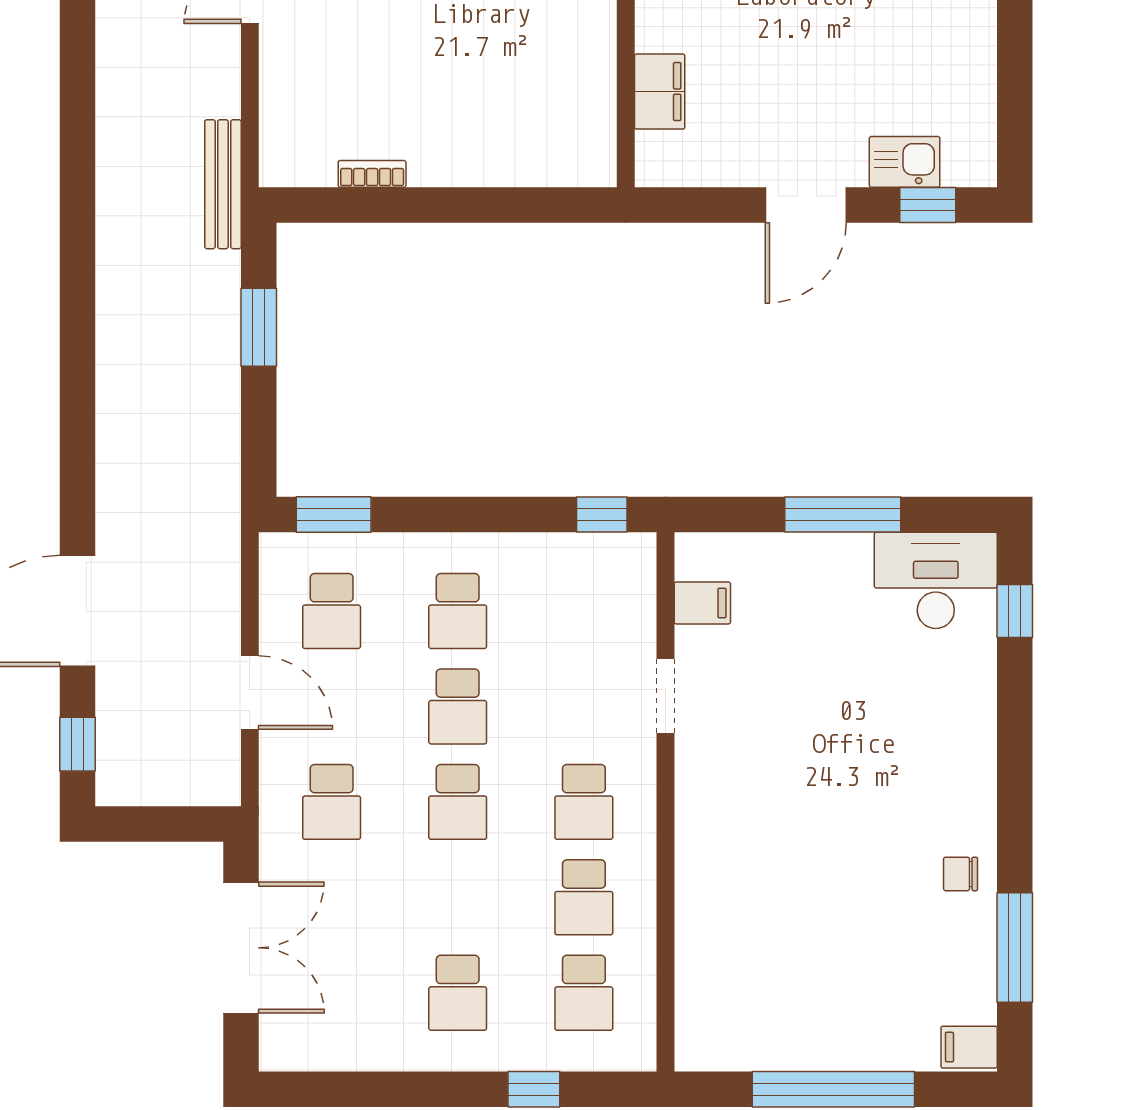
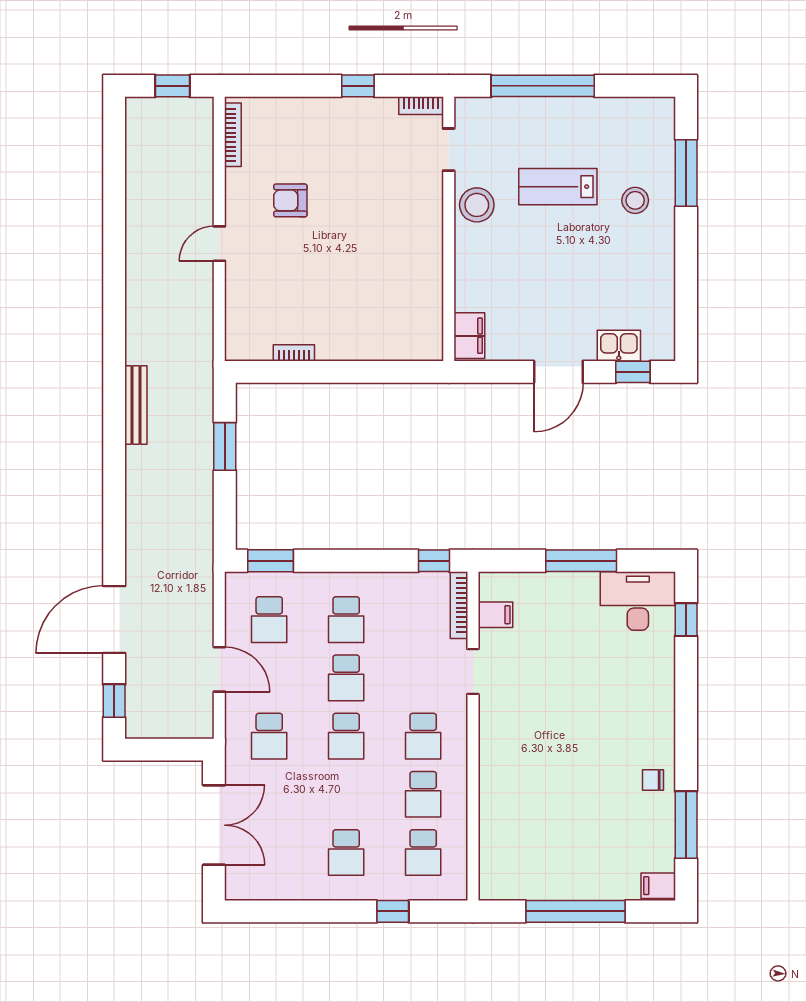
filing cabinet: (660, 92) -> (469, 336), moved
bench: (223, 184) -> (136, 405), moved
bookcase: (643, 587) -> (459, 605), added

